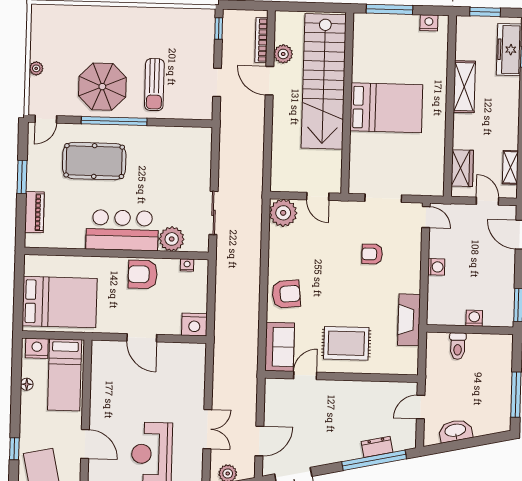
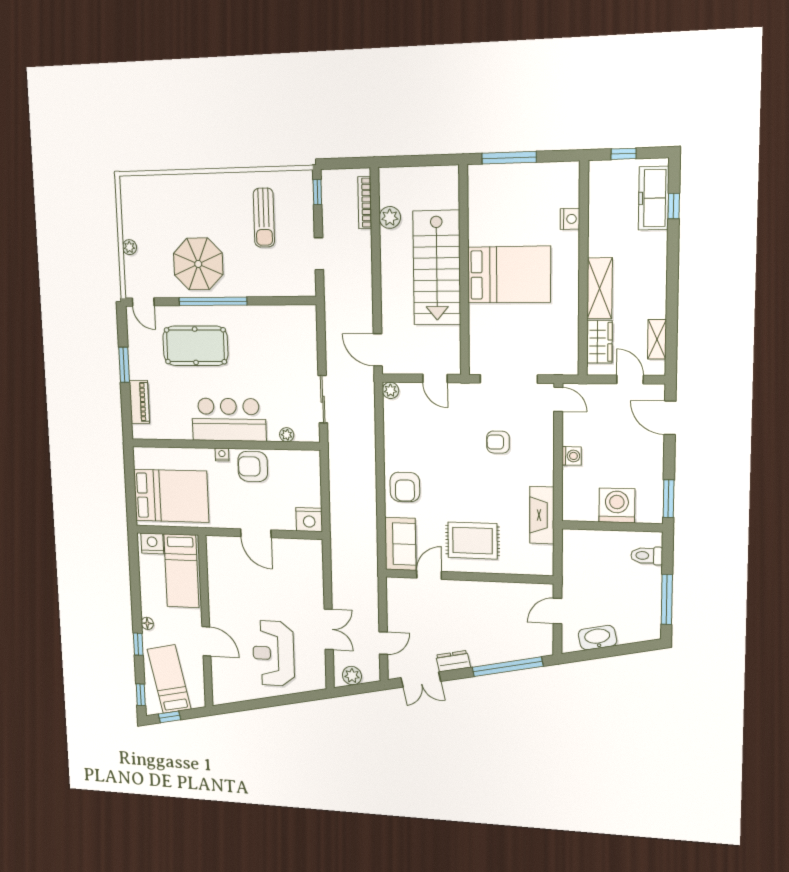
window: (485, 12) -> (624, 154), width x0.67
nightstand: (429, 23) -> (570, 219), moved, turned 90
door: (269, 81) -> (378, 350), moved
stairs: (324, 81) -> (437, 268), width x0.73
sun lounger: (154, 85) -> (264, 218), moved
shelving: (464, 87) -> (600, 288), moved
door: (46, 119) -> (143, 302), hinge flipped
doorway: (383, 198) -> (509, 379), width x1.36
plant: (283, 213) -> (390, 390), width x0.53, depth x0.53
plant: (172, 239) -> (287, 435), width x0.53, depth x0.53
nightstand: (187, 265) -> (222, 455), moved
armchair: (286, 294) -> (405, 487), turned 96
washing machine: (474, 318) -> (617, 505), width x1.89, depth x1.89
toilet: (458, 346) -> (647, 556), moved, turned 90
floor lamp: (27, 384) -> (147, 623), moved
door: (259, 441) -> (383, 643), width x0.73
dresser: (377, 447) -> (453, 661), moved

